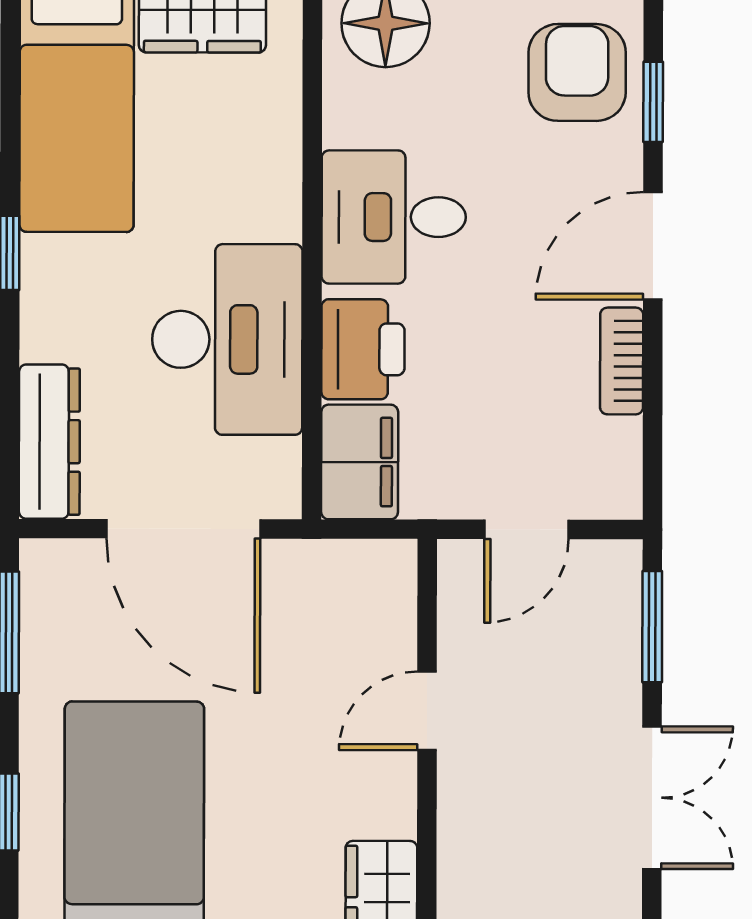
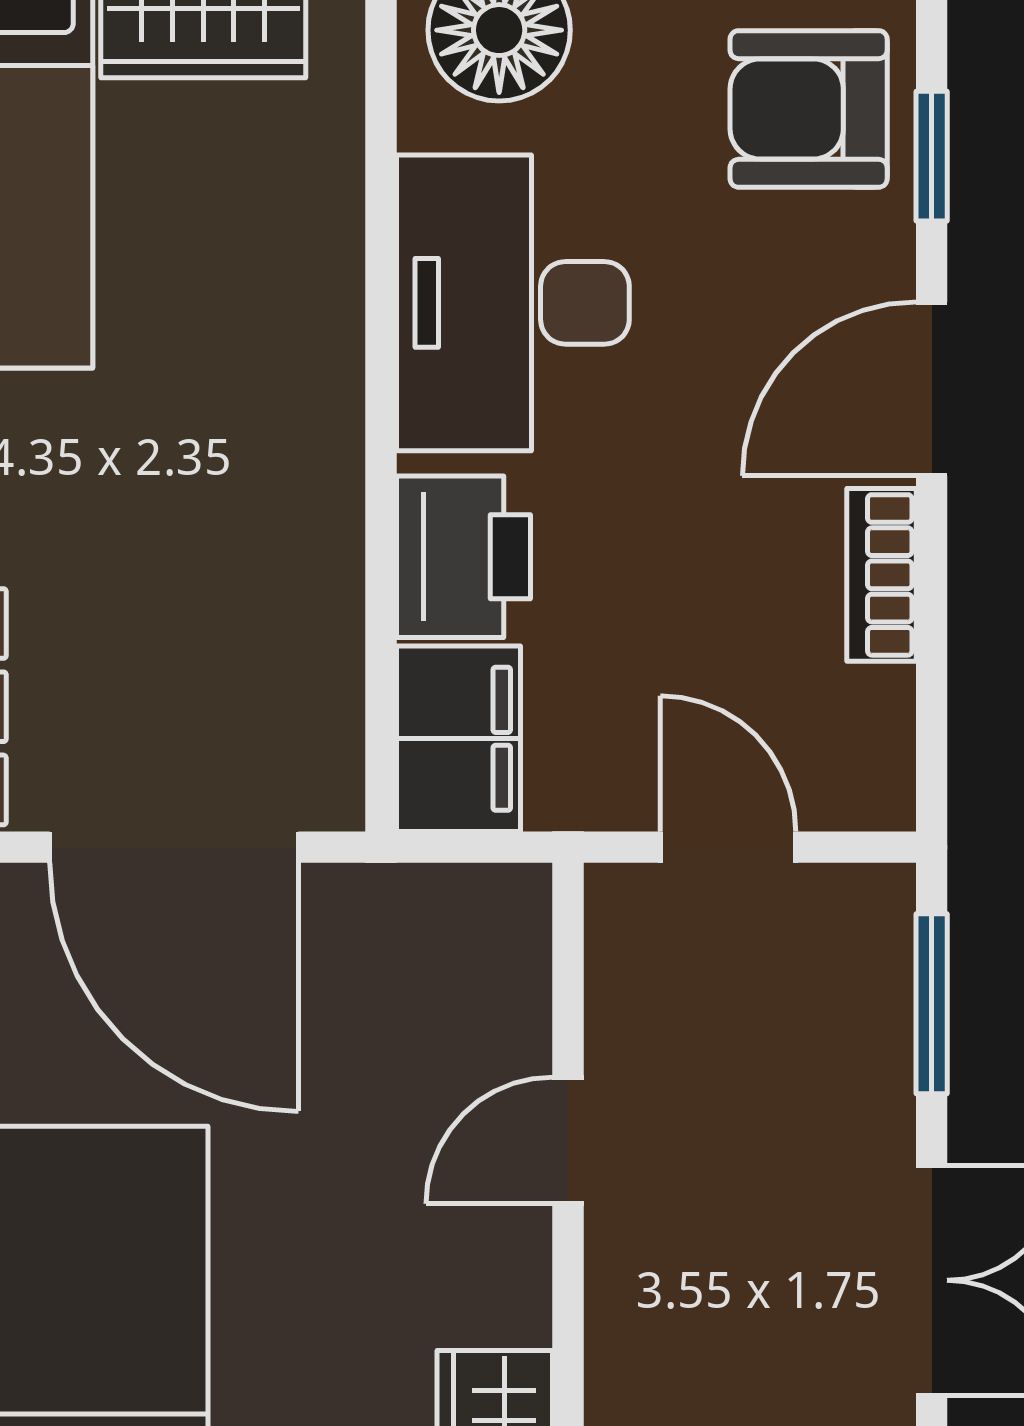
armchair: (577, 72) -> (809, 109), turned -90
desk: (394, 217) -> (513, 303), width x1.37
desk: (227, 339) -> (244, 541), removed
door: (526, 529) -> (728, 847), swing flipped

